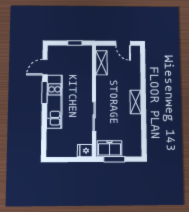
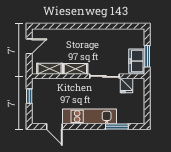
window: (45, 92) -> (117, 126), moved
shelving: (136, 102) -> (75, 69), moved
fridge: (85, 151) -> (126, 86), moved

